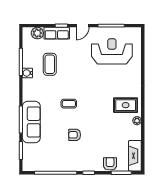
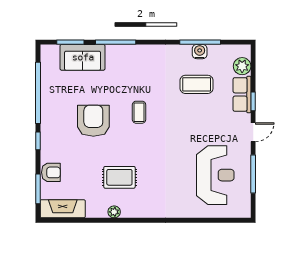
door: (83, 26) -> (253, 132), swing flipped
water cooler: (27, 73) -> (200, 52), moved
rug: (126, 105) -> (119, 177), moved, turned 90
sofa: (31, 122) -> (83, 57), moved, width x0.73
armchair: (75, 135) -> (93, 121), width x1.88, depth x1.88

